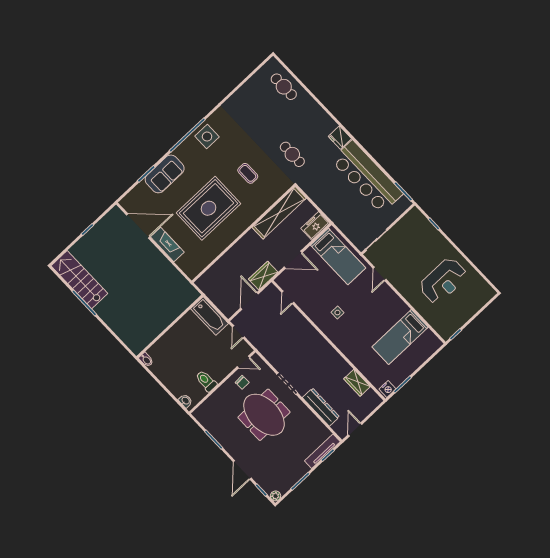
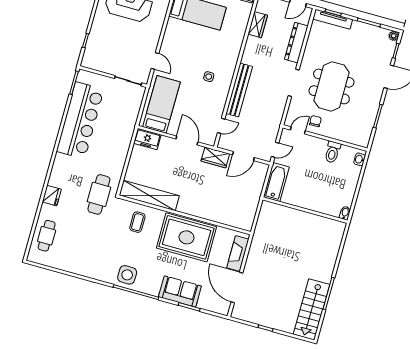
fridge: (340, 138) -> (52, 196), moved
cafe table: (292, 154) -> (99, 194), width x1.37, depth x1.35
shelving: (279, 213) -> (149, 195), moved
wall: (243, 234) -> (185, 215), moved
door: (380, 274) -> (155, 61), hinge flipped
bench: (310, 332) -> (239, 90), added
door: (243, 362) -> (298, 130), hinge flipped

